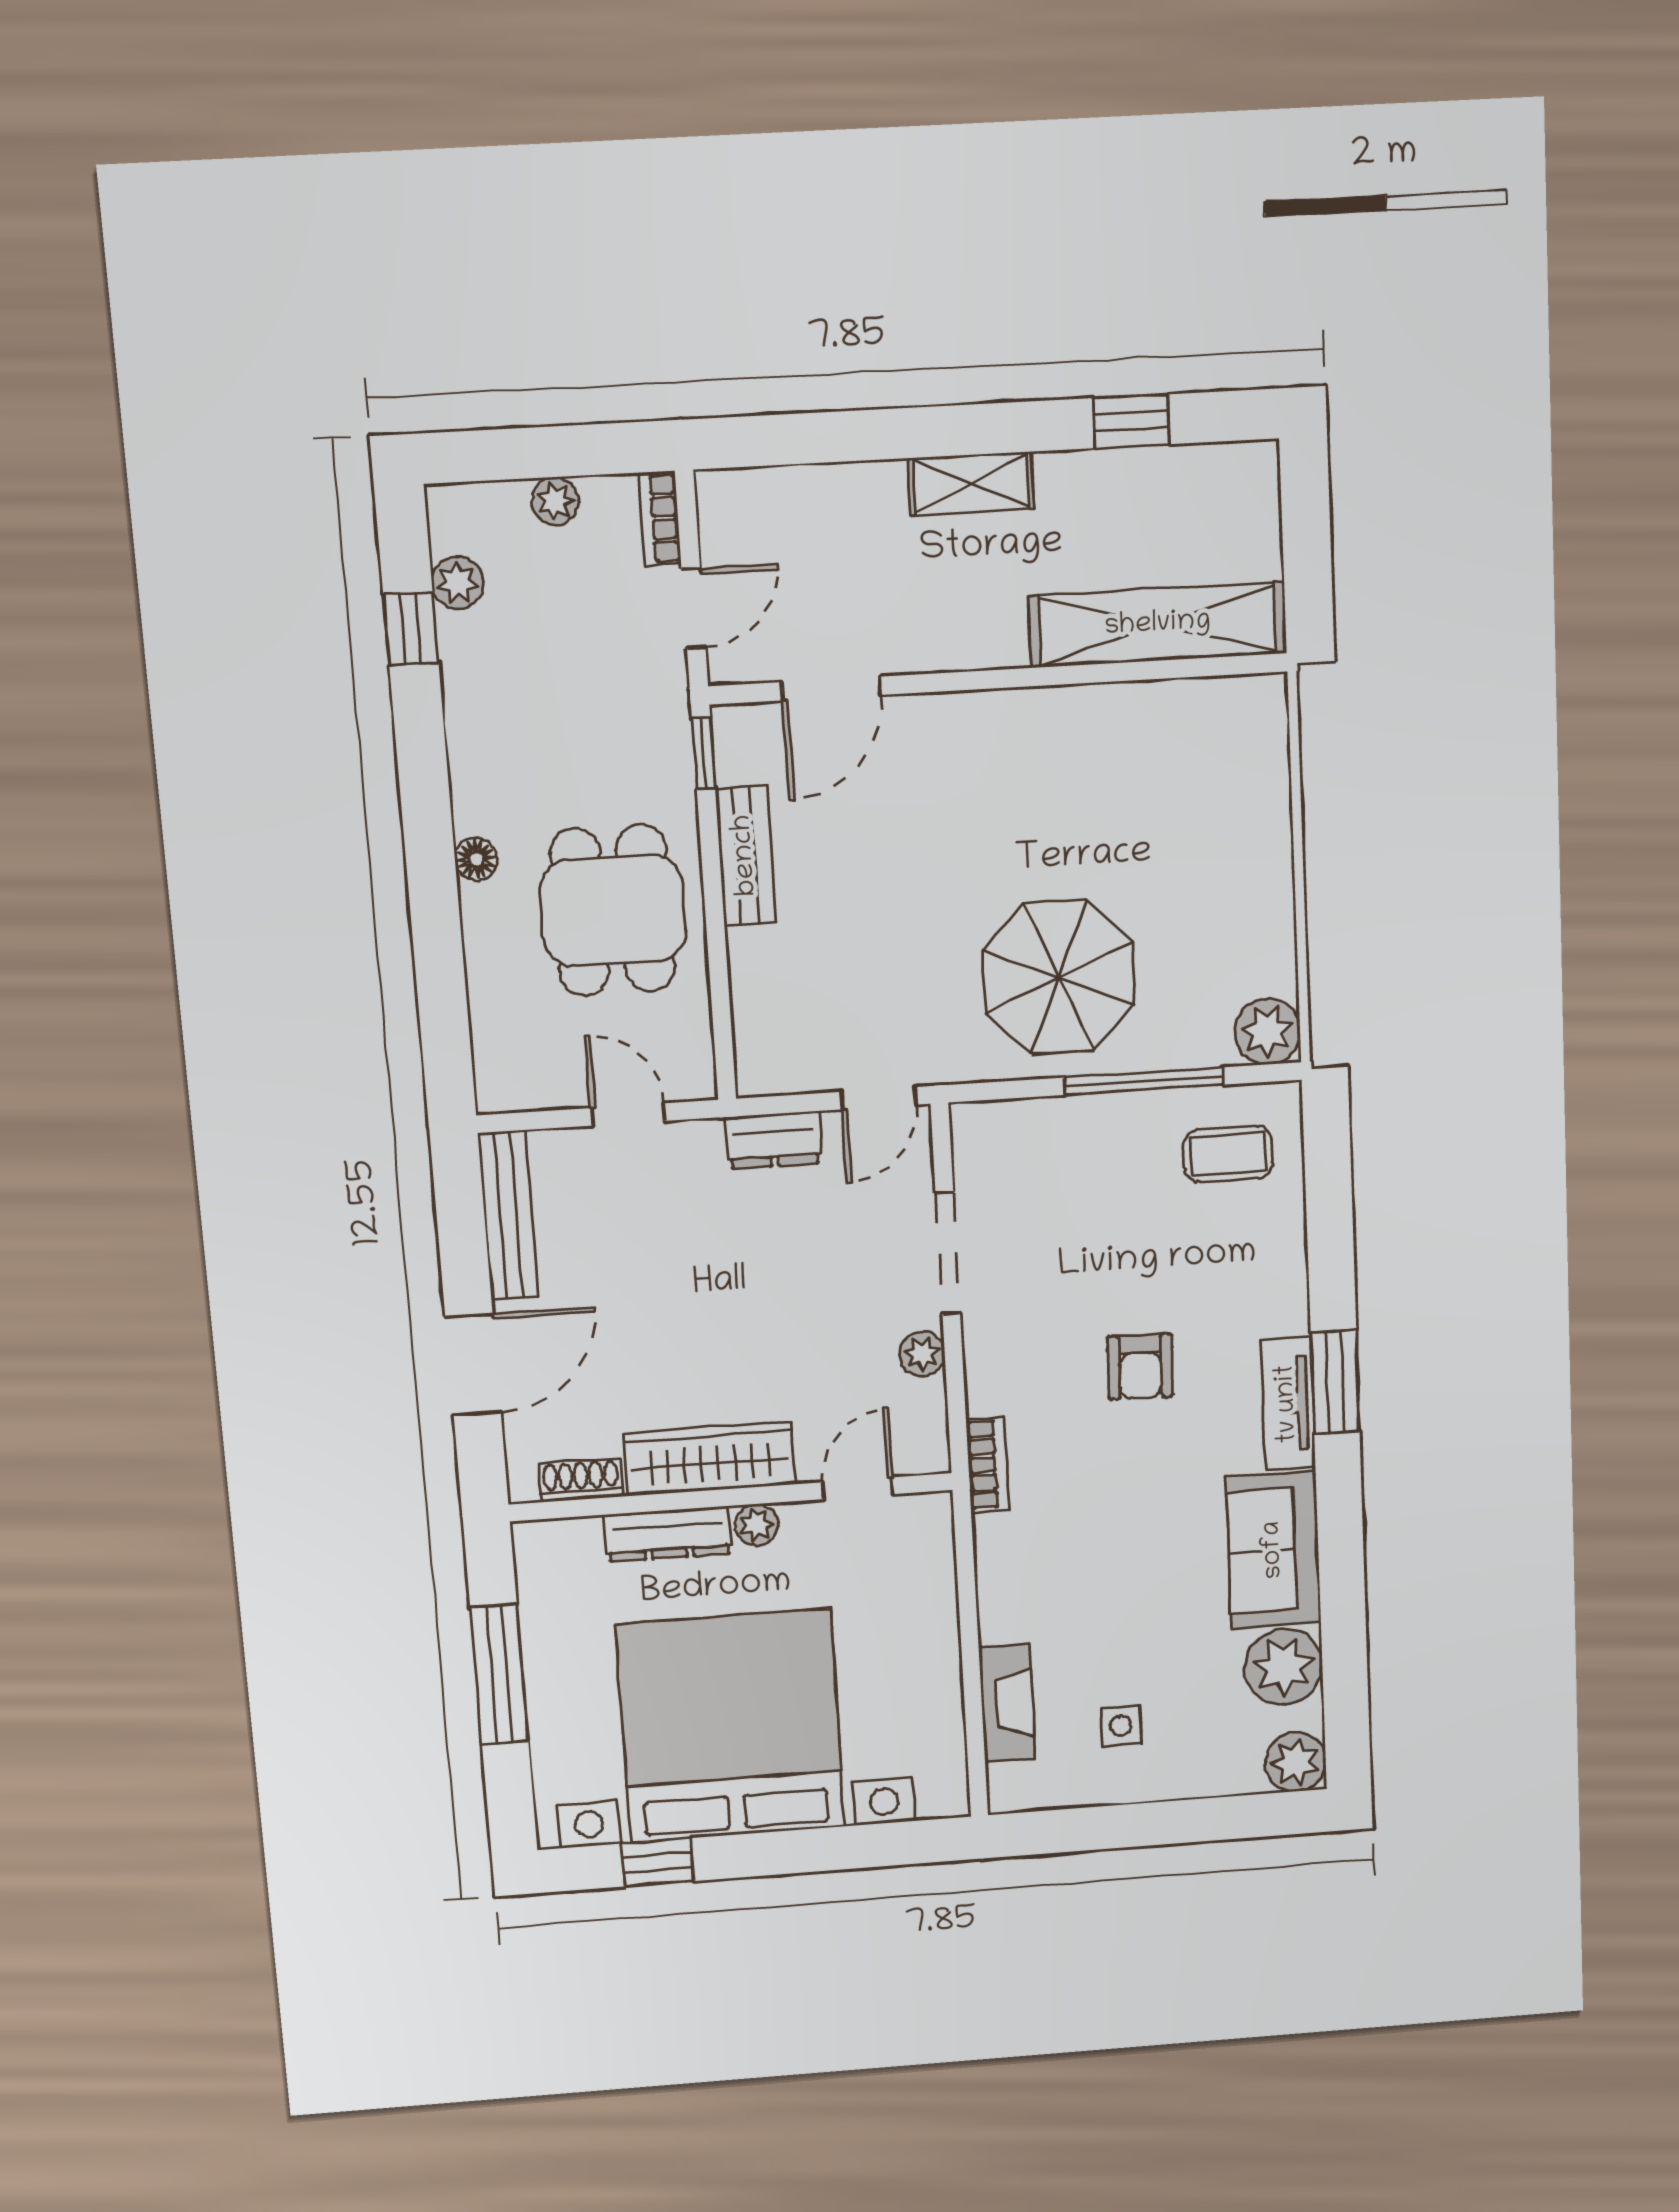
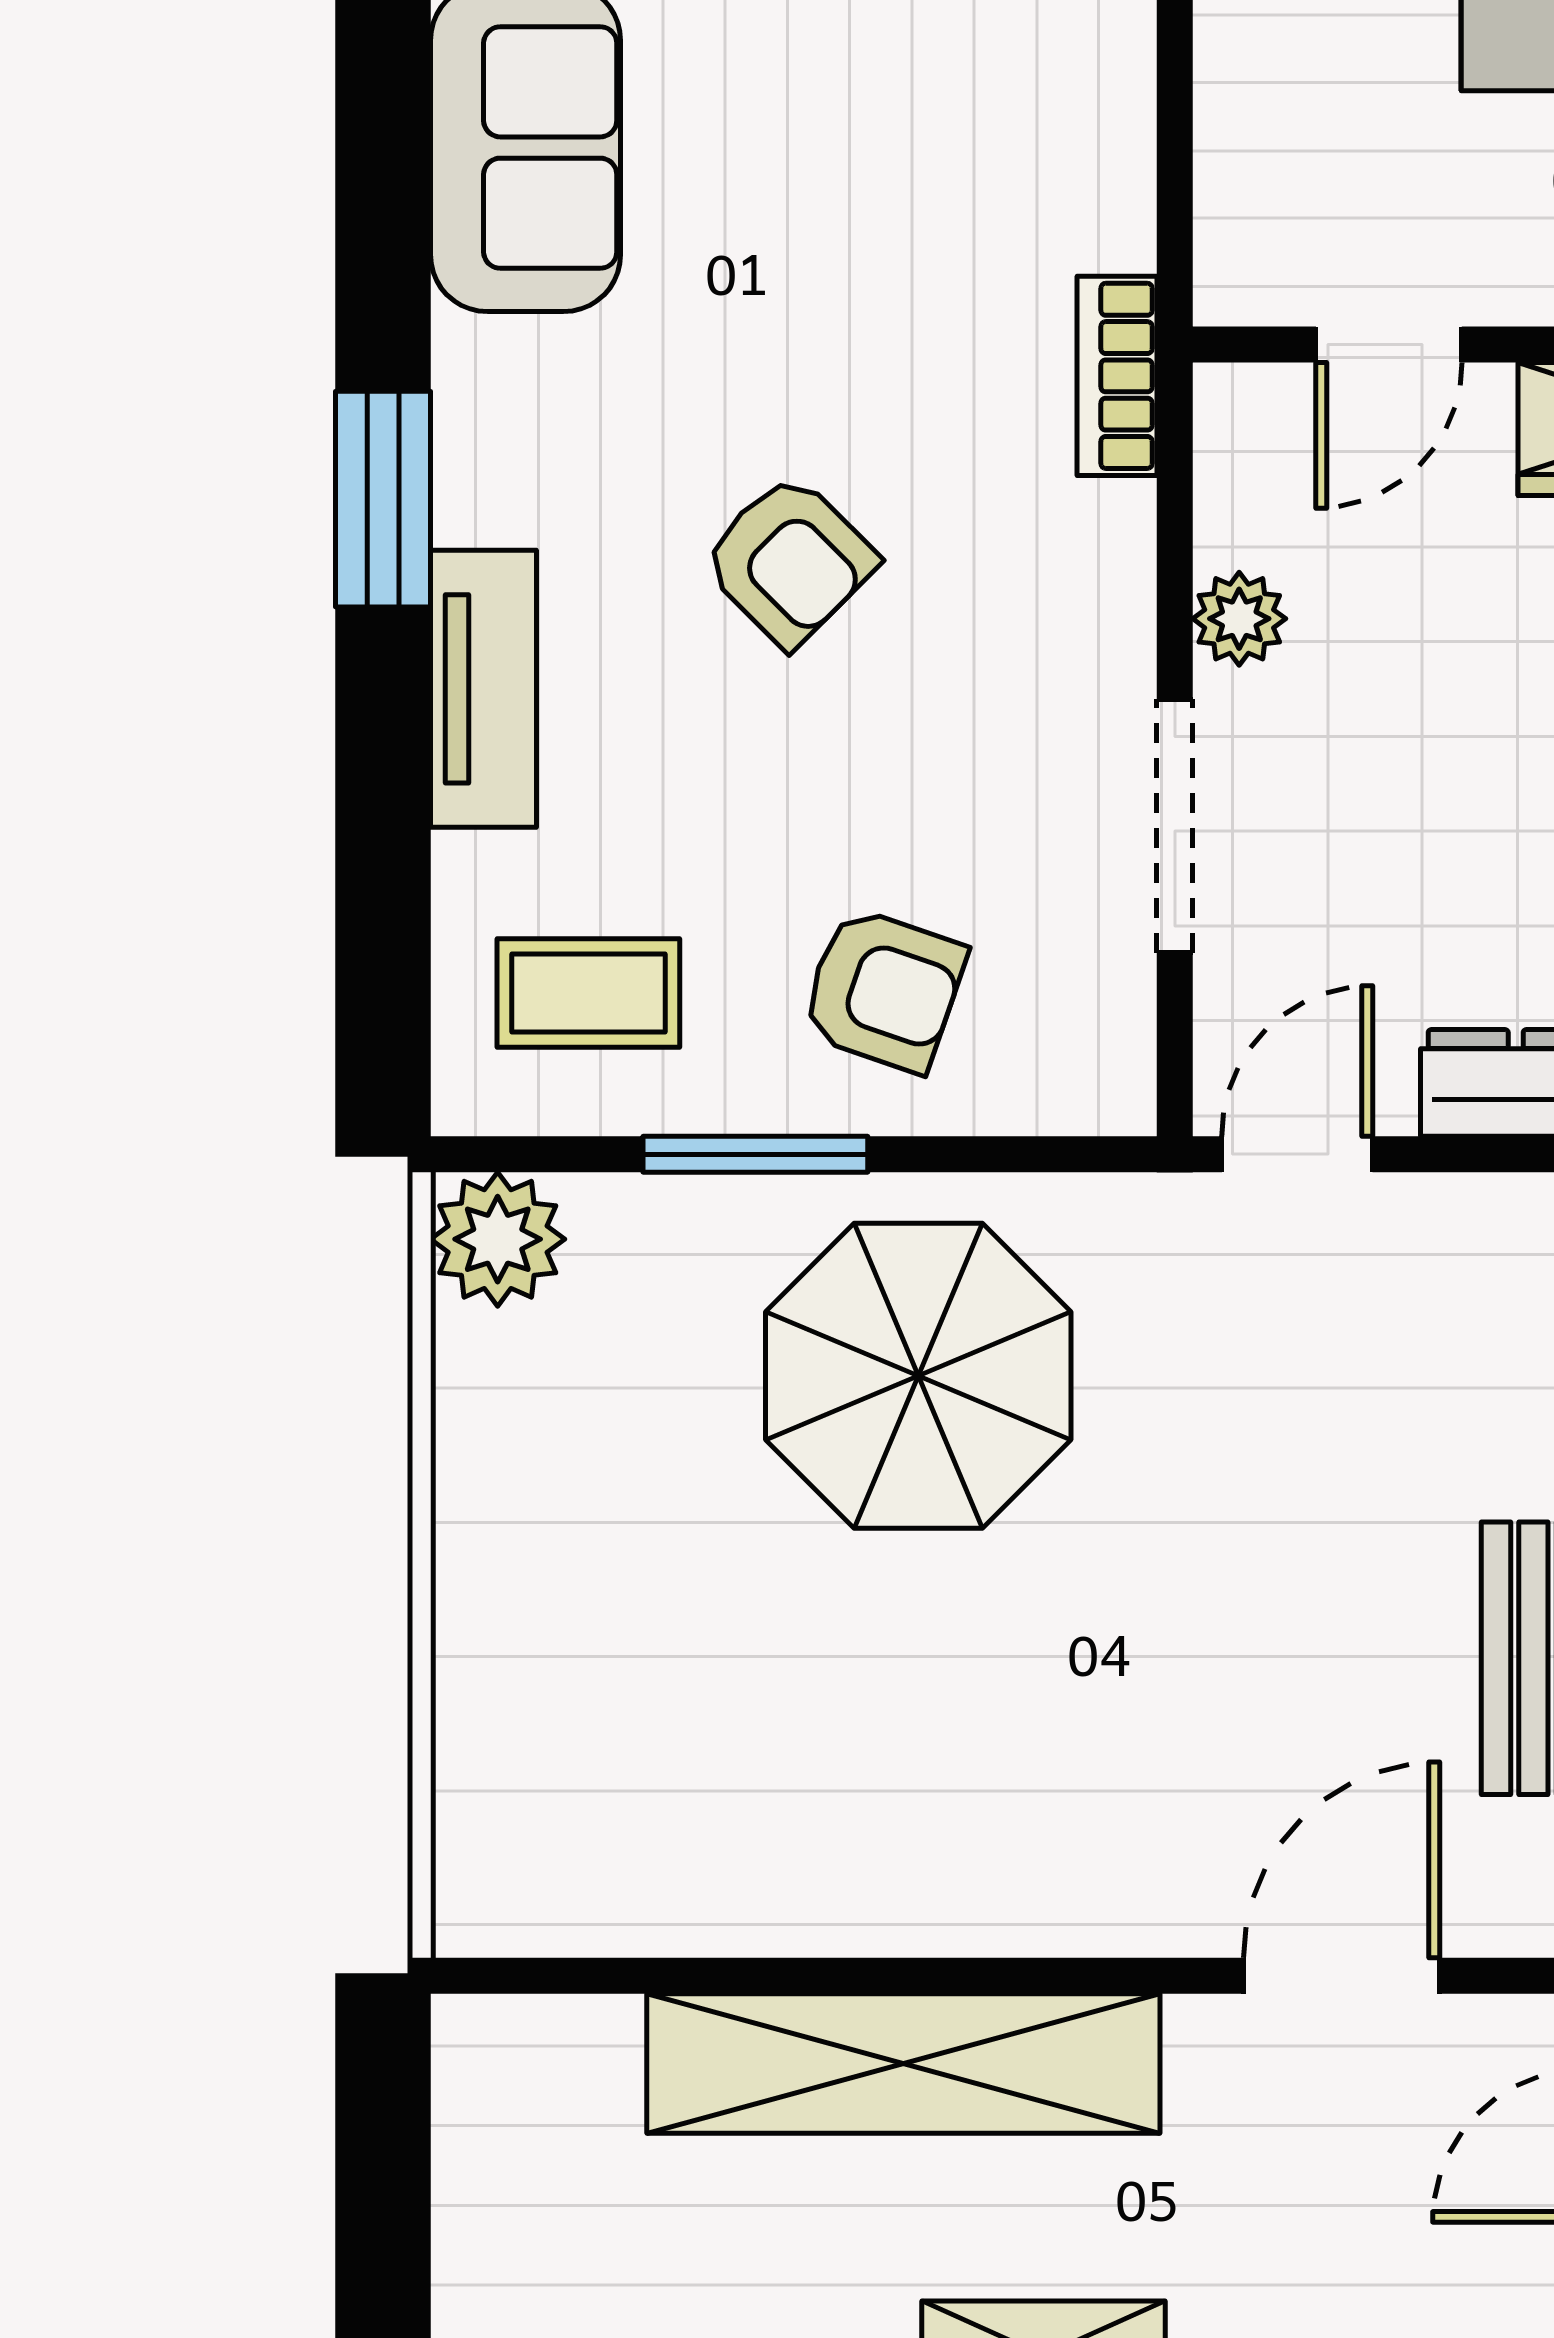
shelving: (1158, 625) -> (903, 2064), moved
window: (1144, 1081) -> (755, 1154), width x0.69
armchair: (1085, 1165) -> (883, 990), added
armchair: (1140, 1367) -> (789, 560), turned 134
tv unit: (1288, 1404) -> (483, 689), moved

